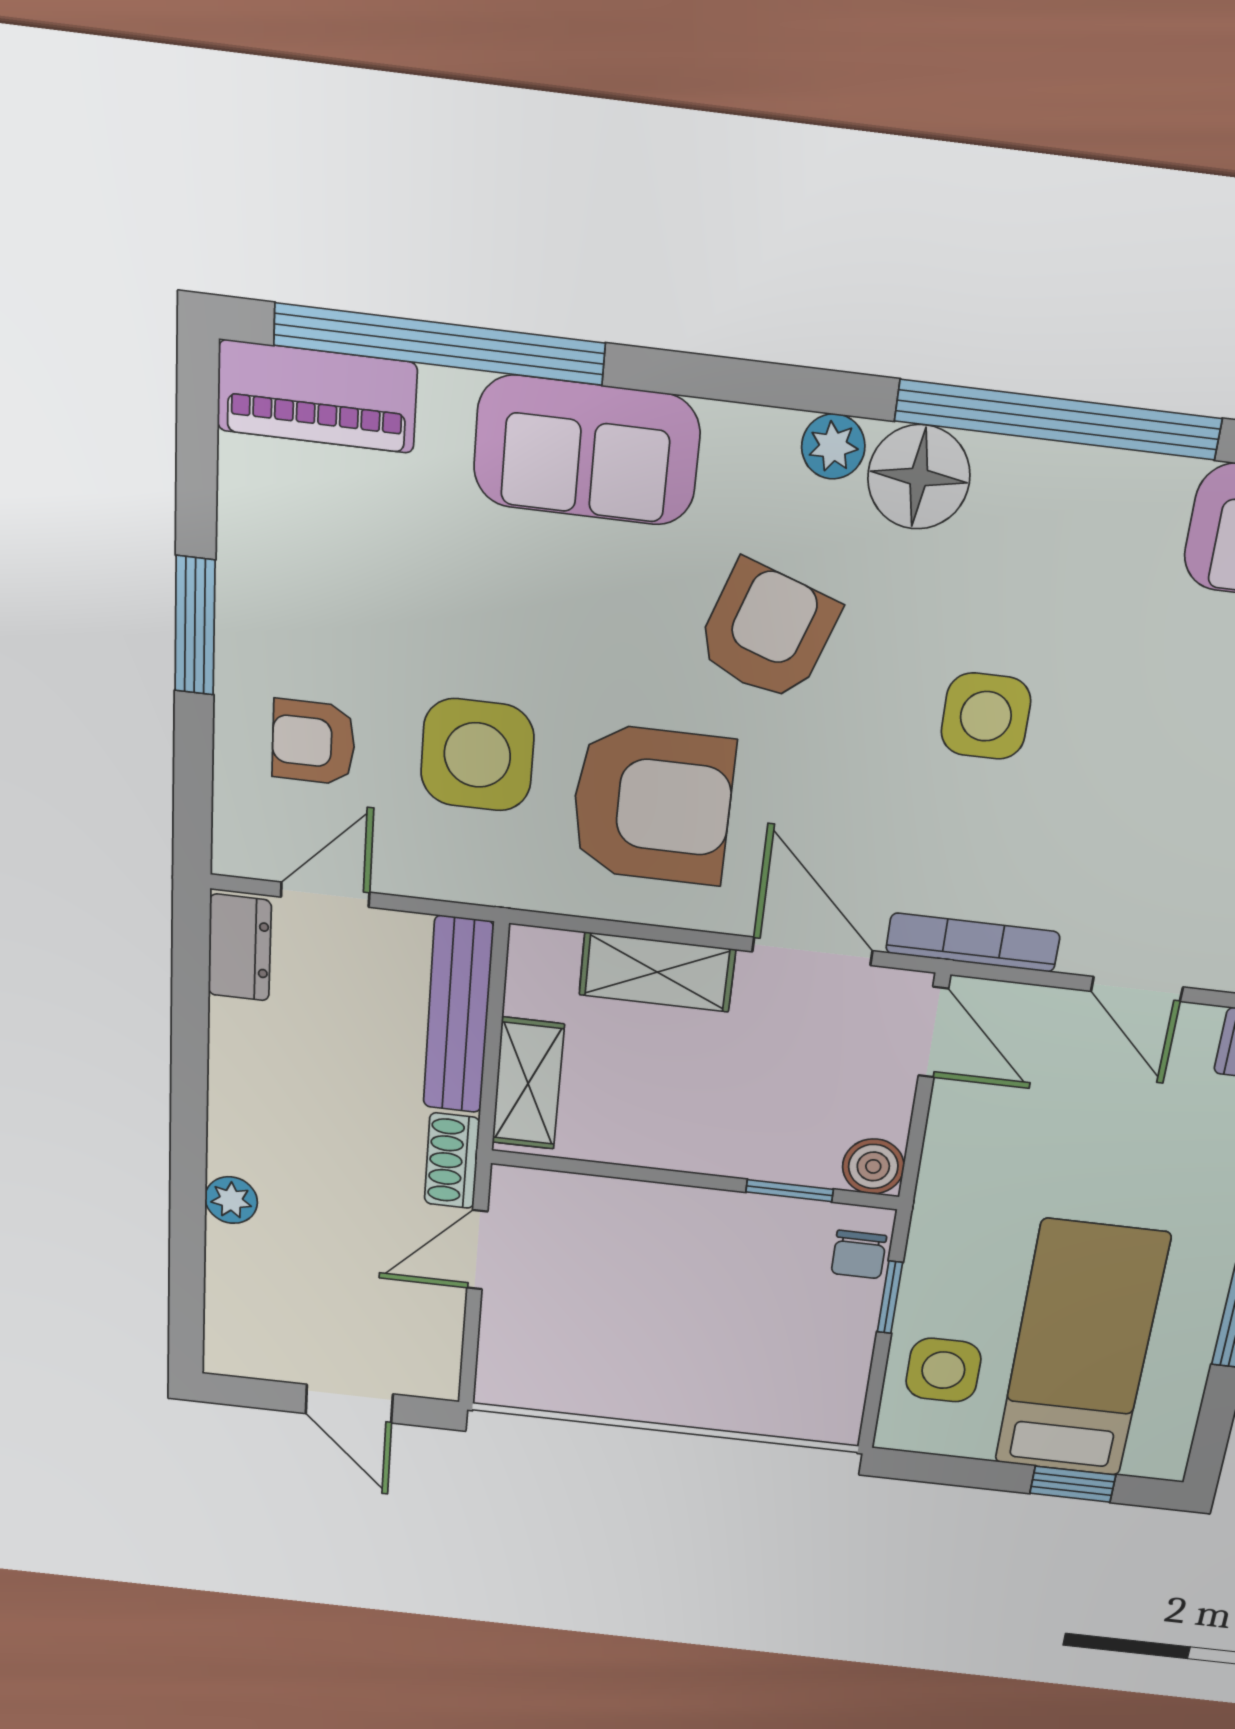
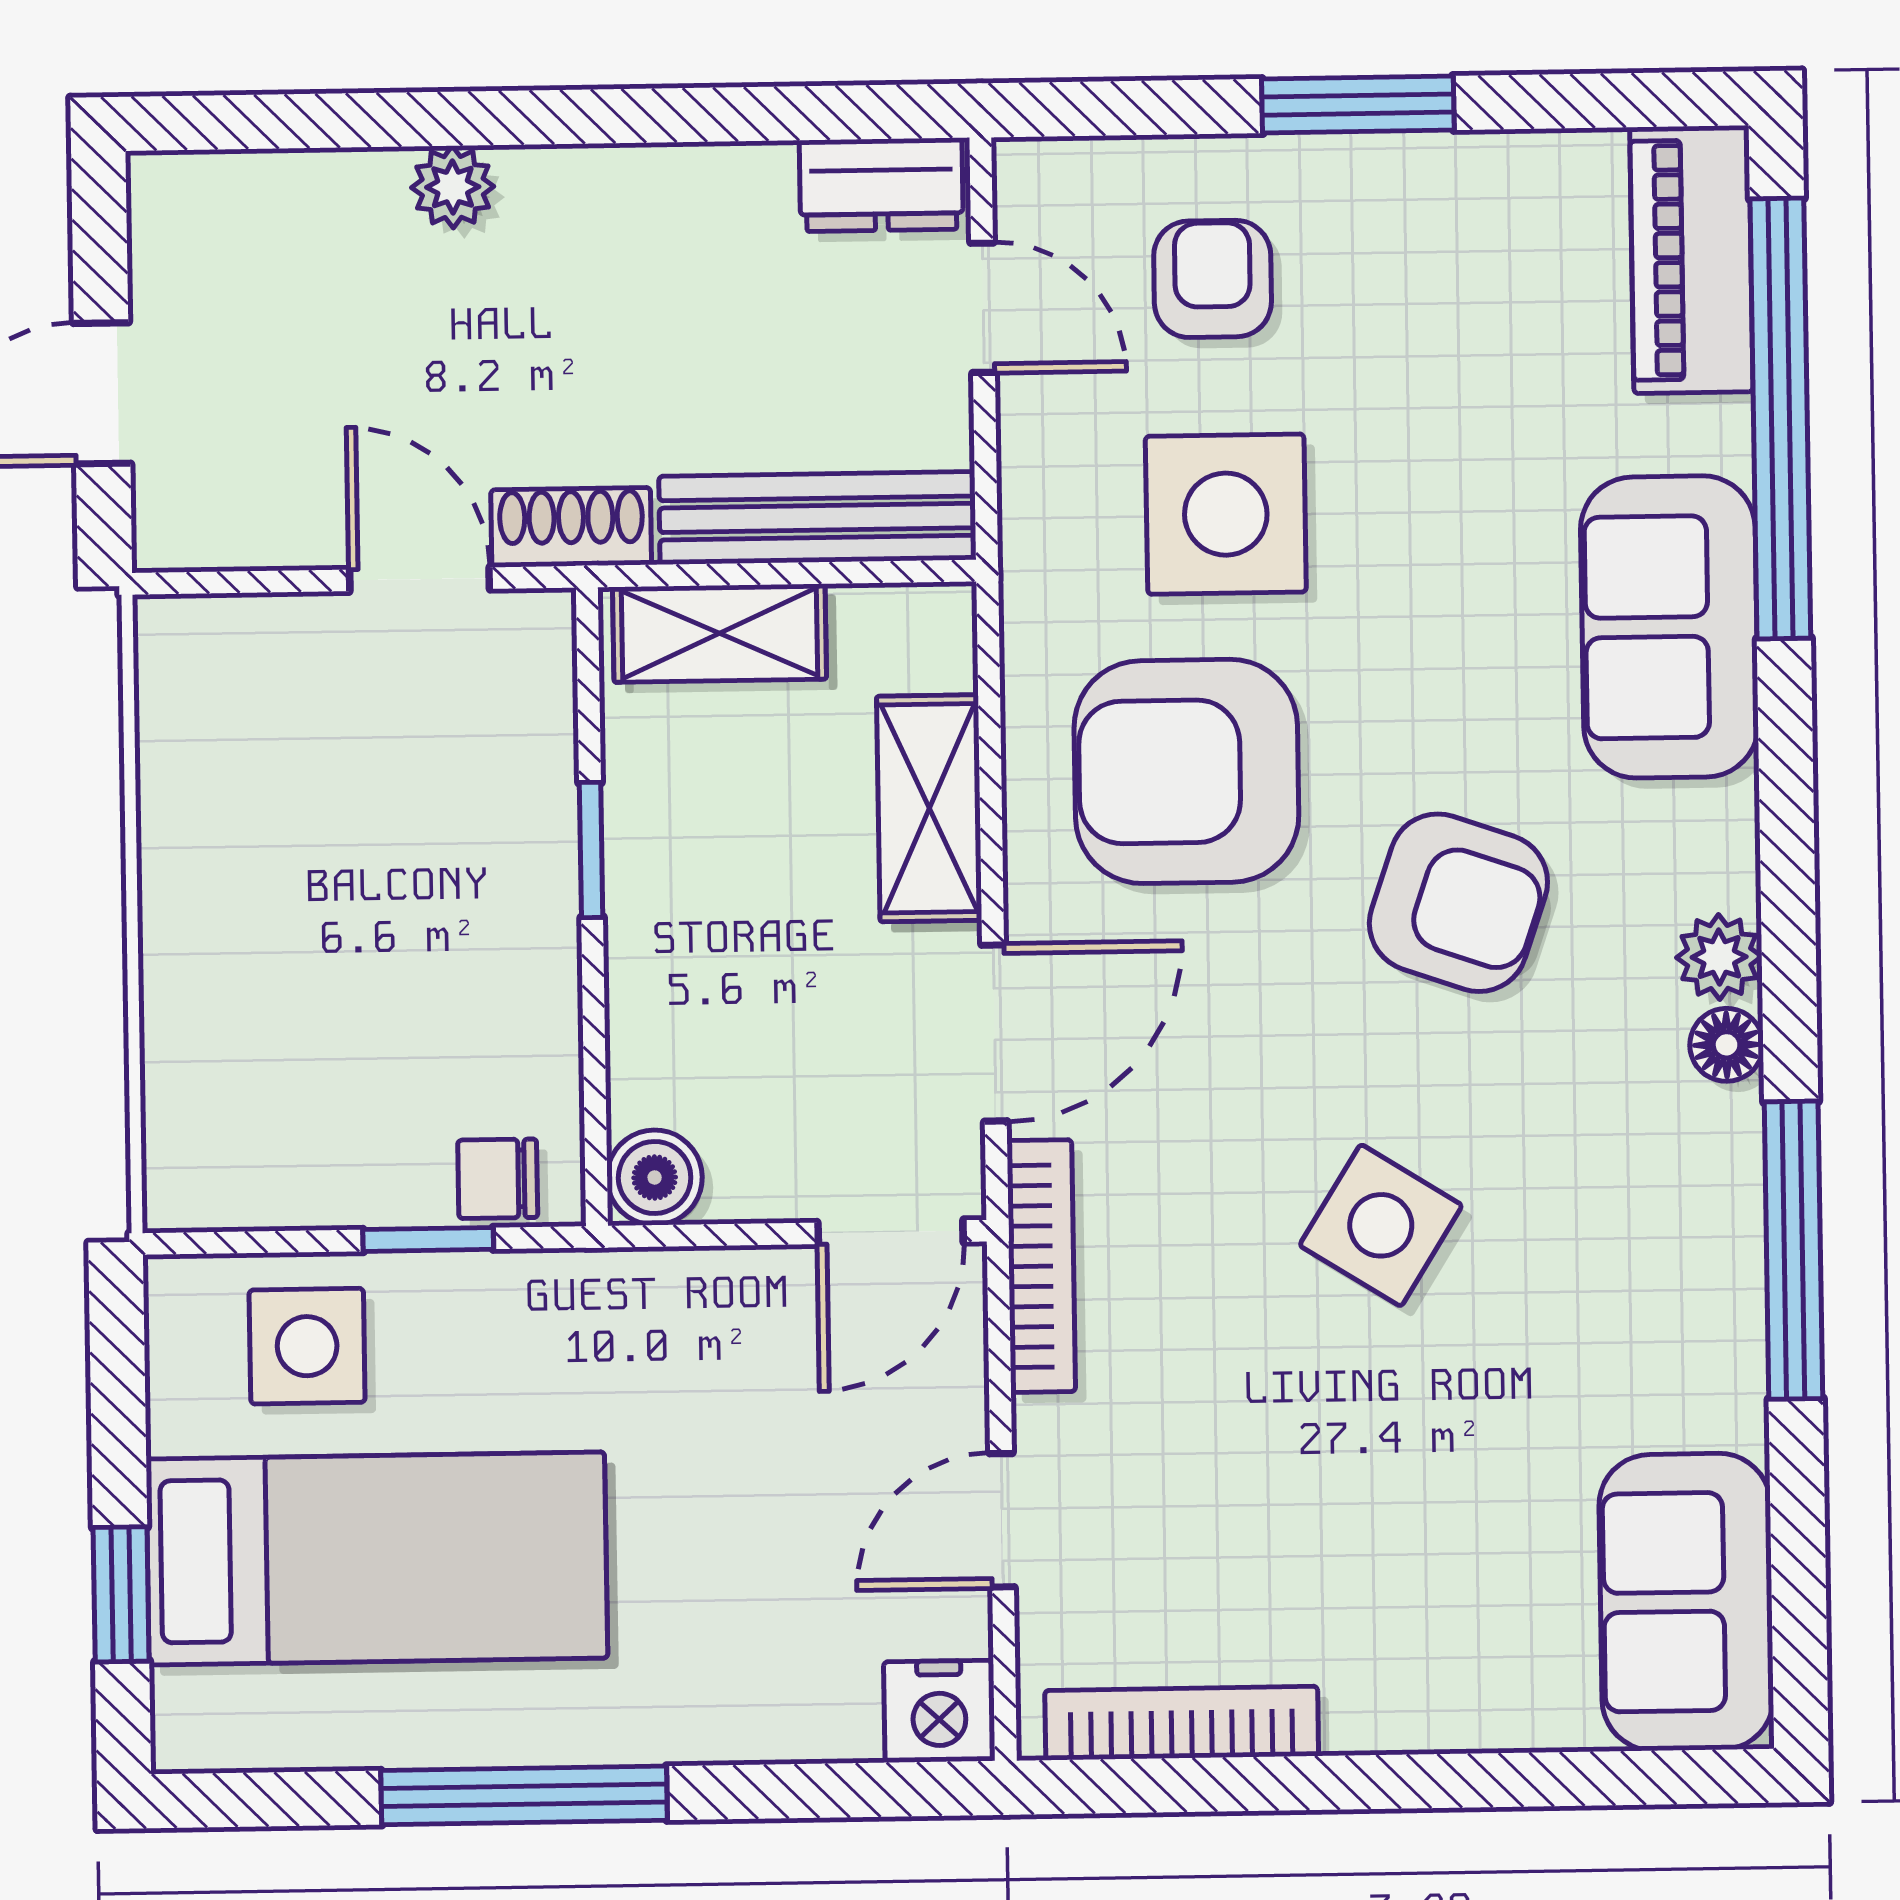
window: (1058, 420) -> (1793, 1250), width x0.68
floor lamp: (919, 477) -> (1727, 1045), width x0.53, depth x0.53
side table: (986, 716) -> (1381, 1225), turned 32
armchair: (652, 805) -> (1186, 771), turned 90
window: (790, 1191) -> (591, 850), moved

